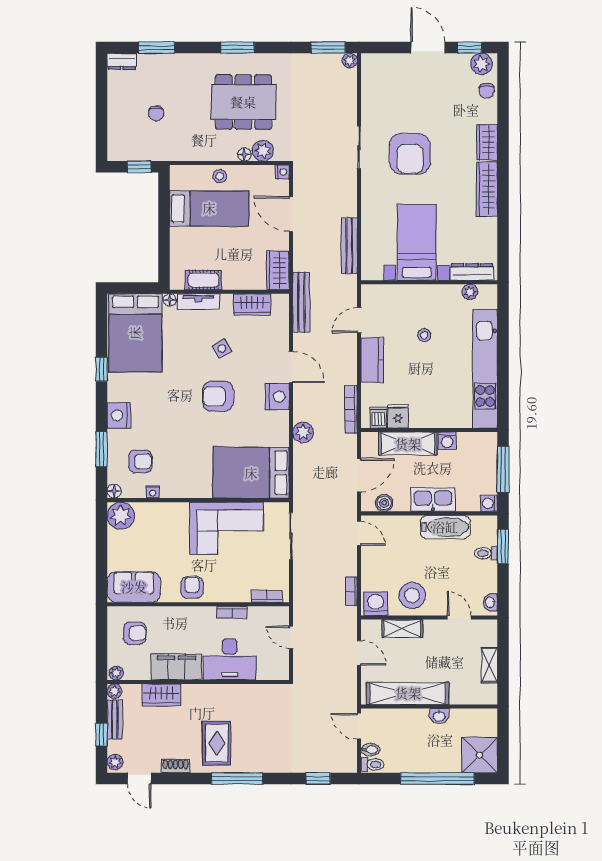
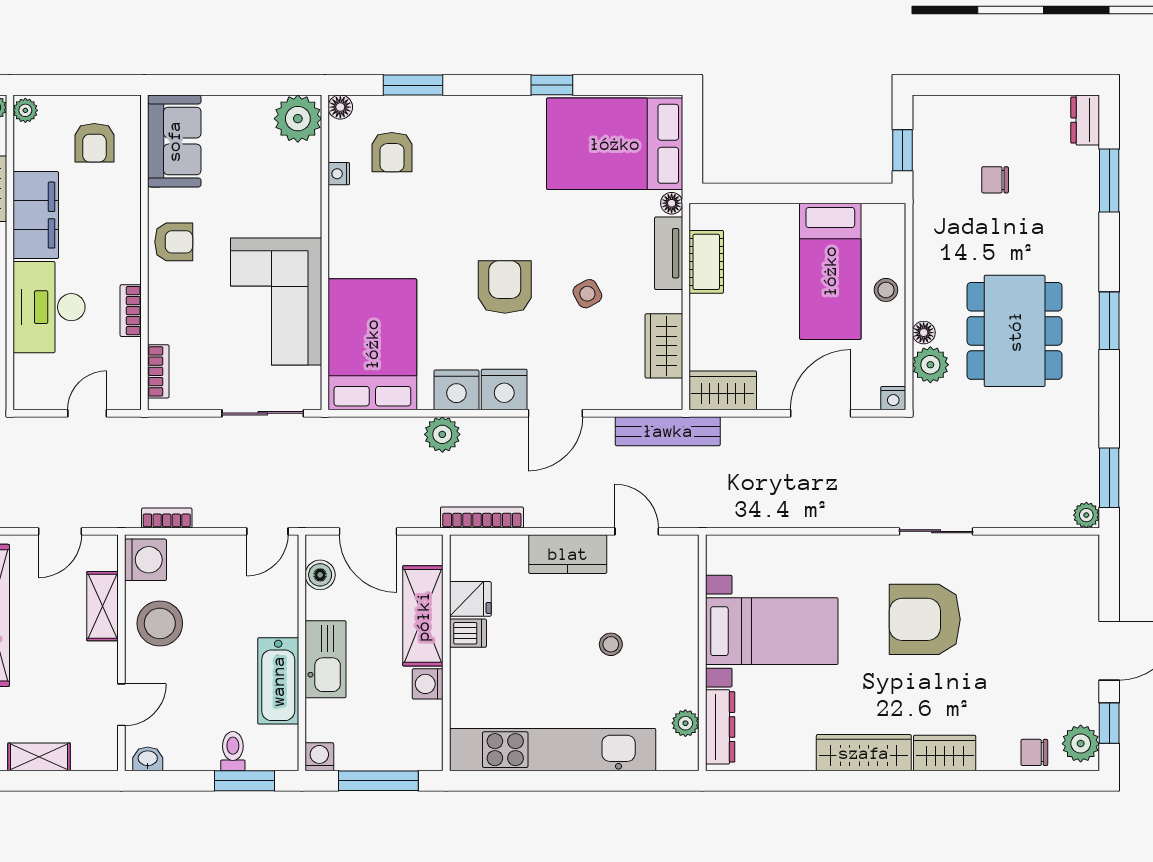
bench: (349, 246) -> (766, 514), removed
nightstand: (119, 415) -> (456, 390), moved, turned 180
dishwasher: (378, 418) -> (468, 633), moved

